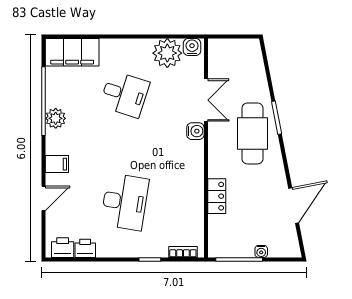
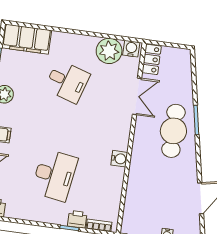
water cooler: (195, 131) -> (119, 159), moved
locker: (217, 196) -> (152, 59), moved
printer: (85, 248) -> (77, 219), moved

